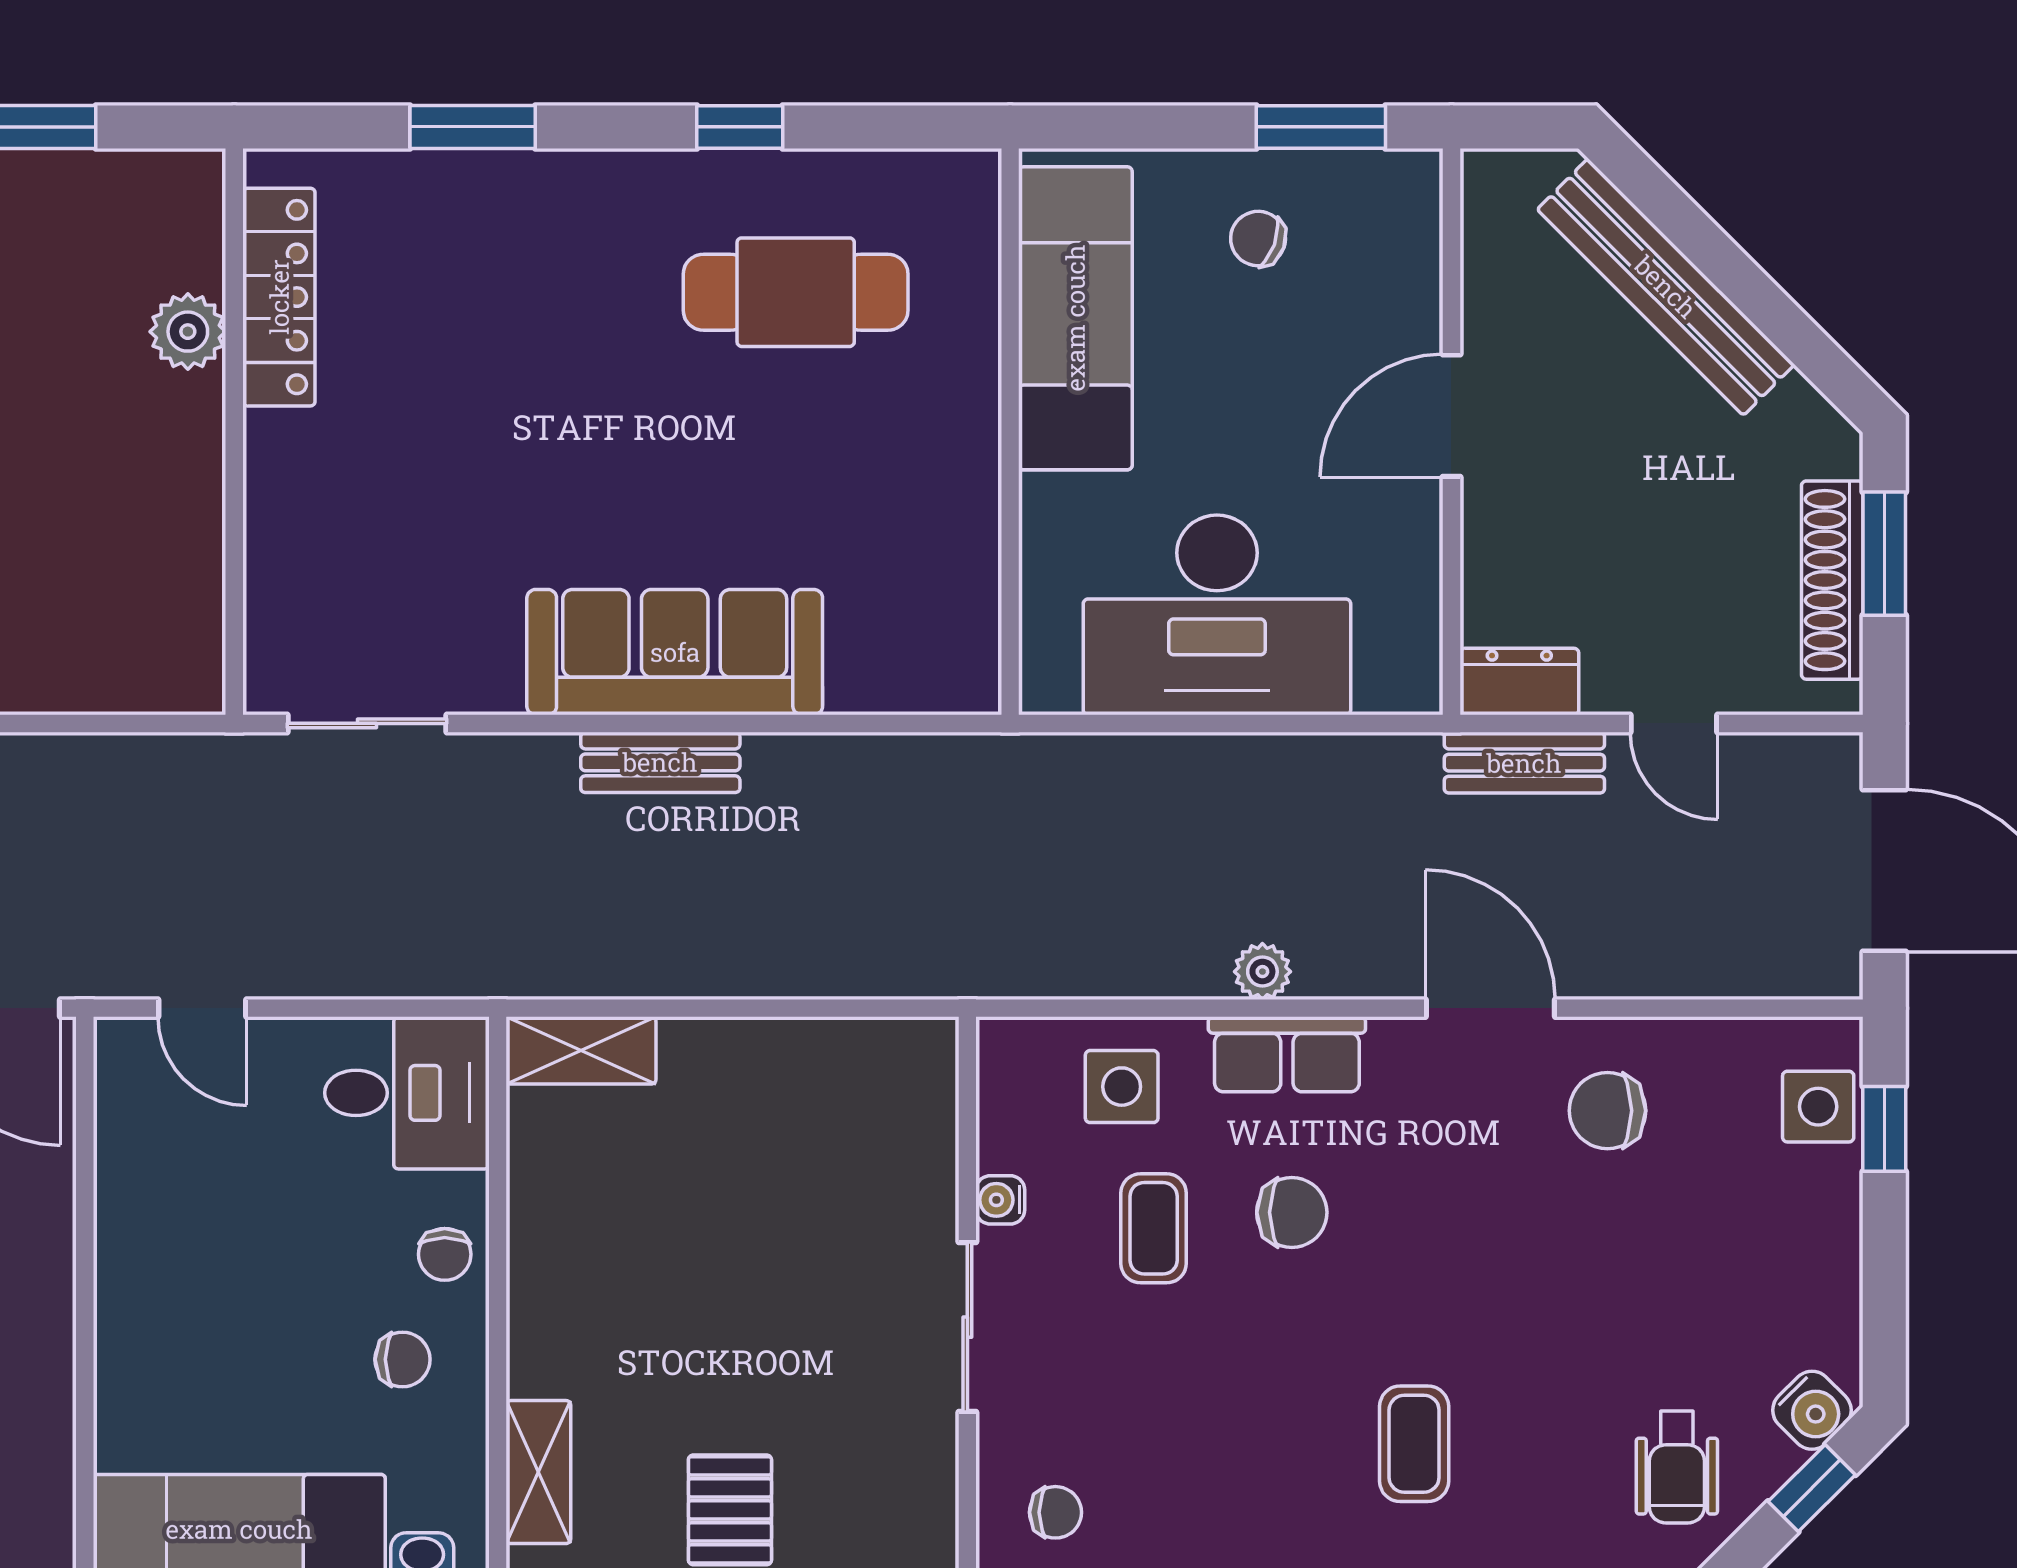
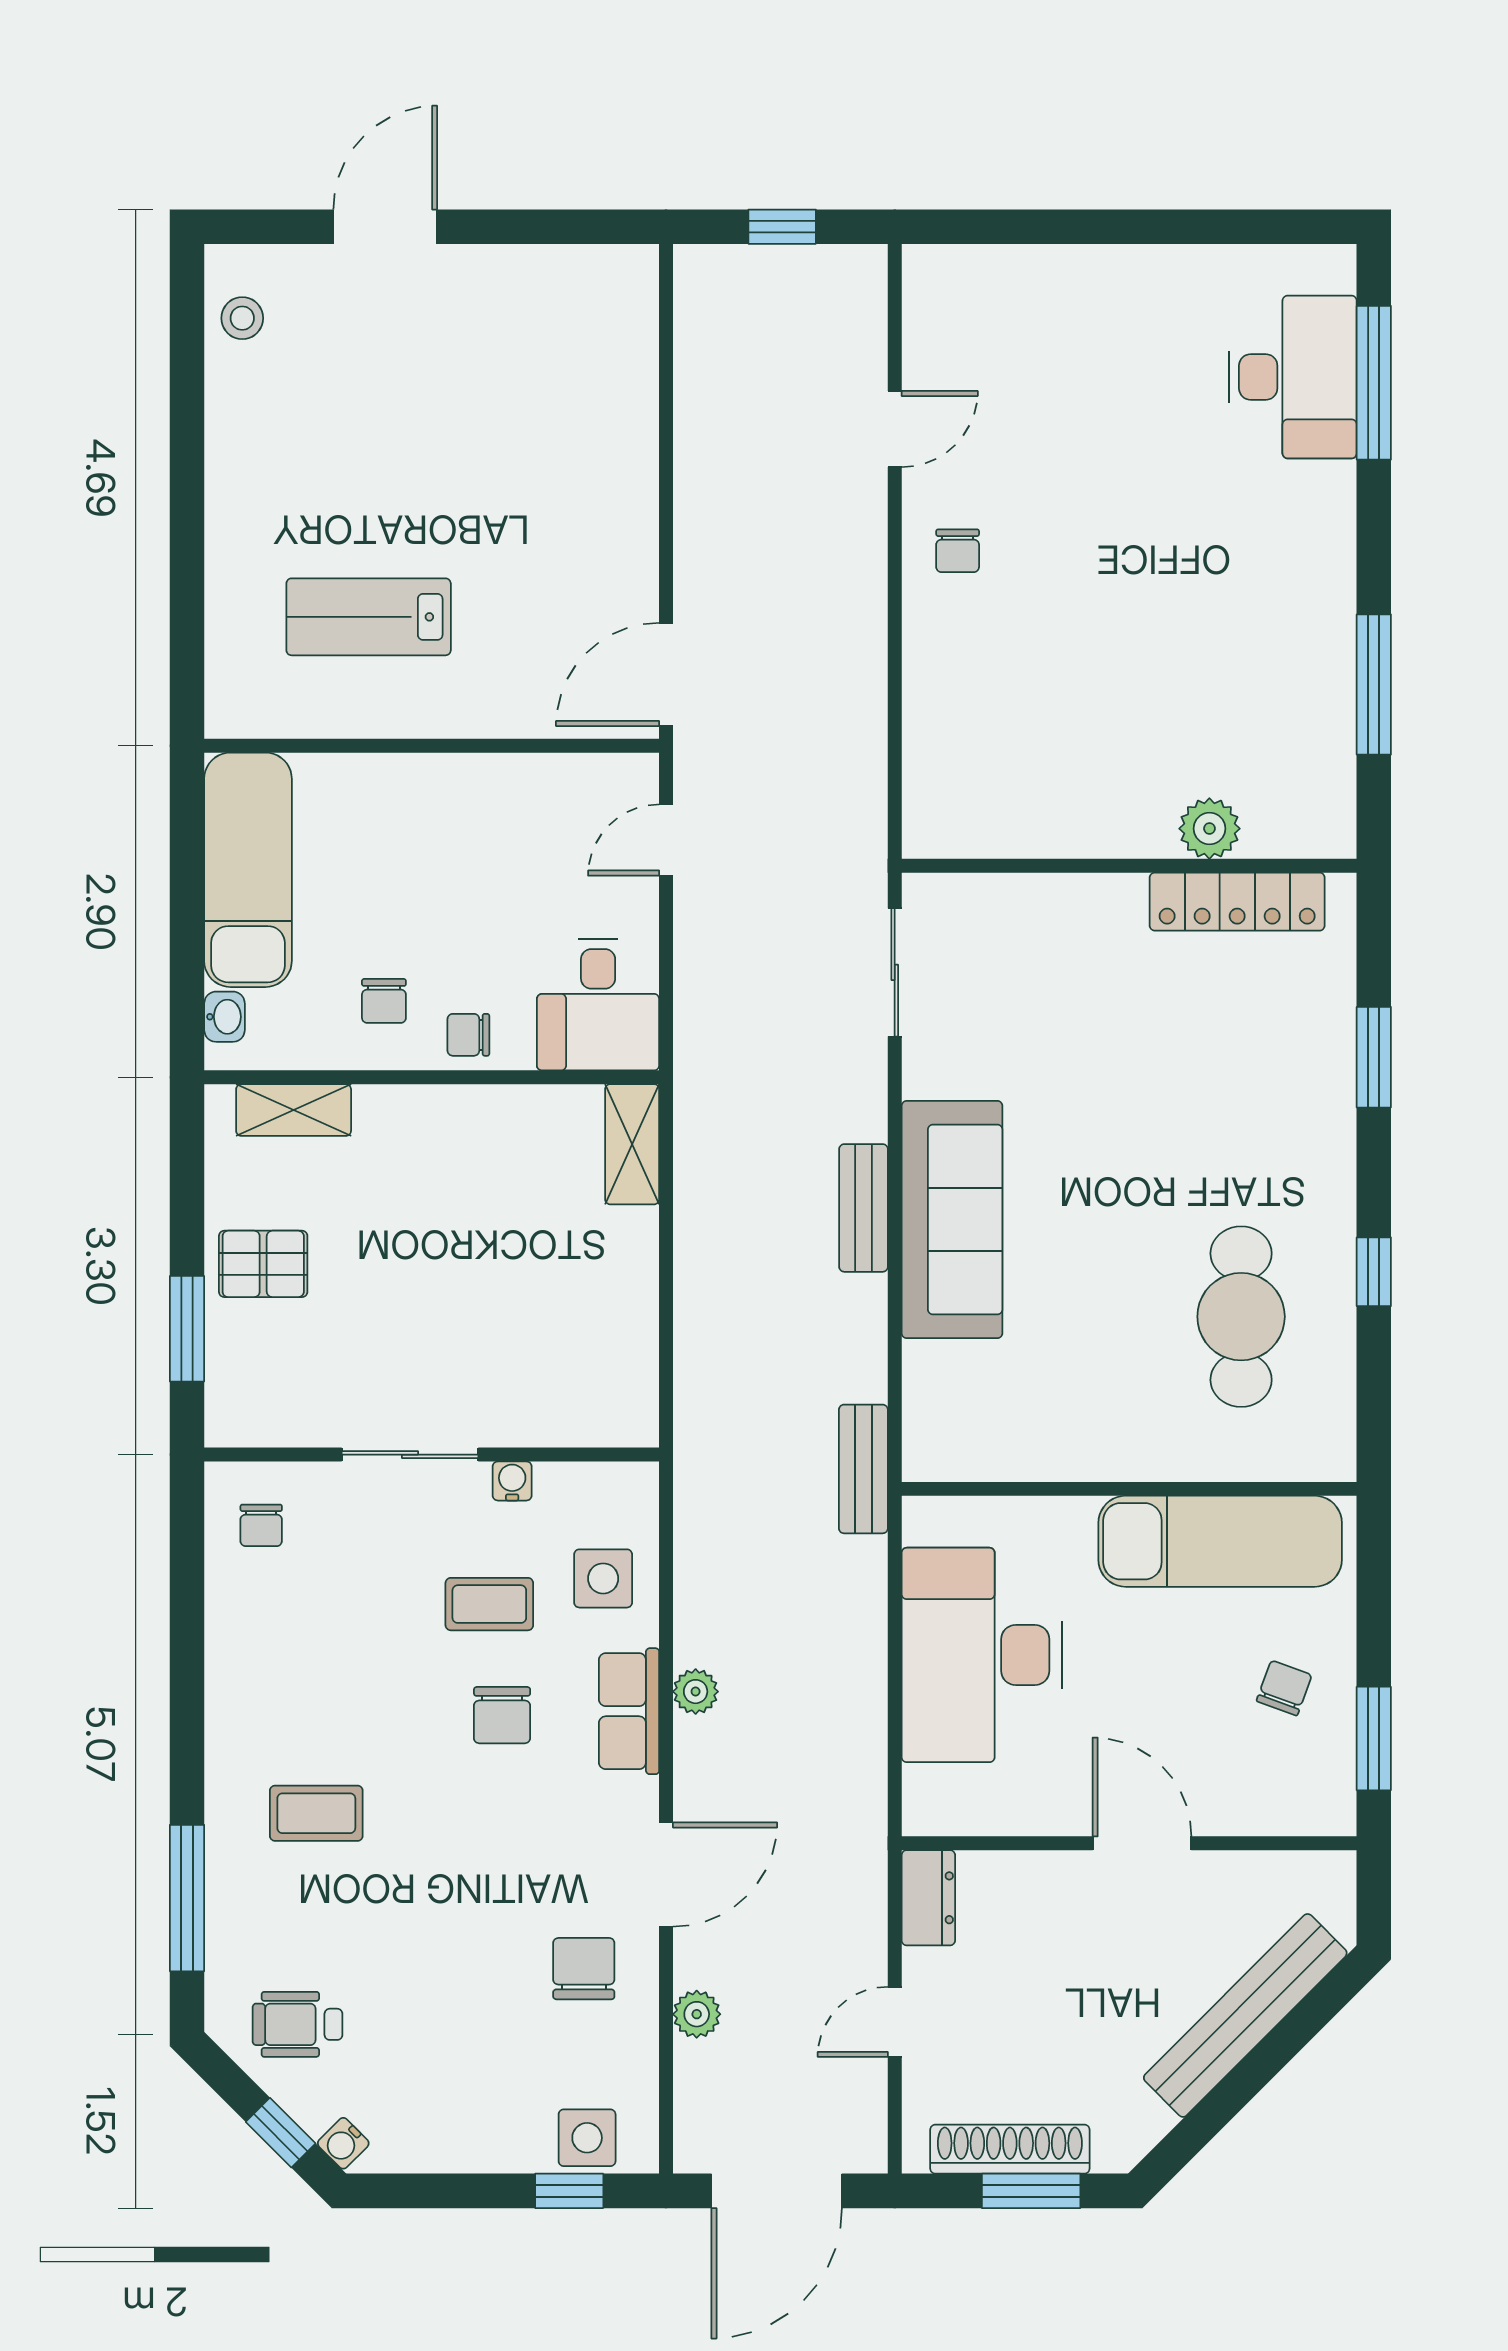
bench: (1524, 763) -> (863, 1469), moved
plant: (1664, 970) -> (697, 2014), added
water cooler: (1812, 1410) -> (343, 2143), width x0.72, depth x0.72

